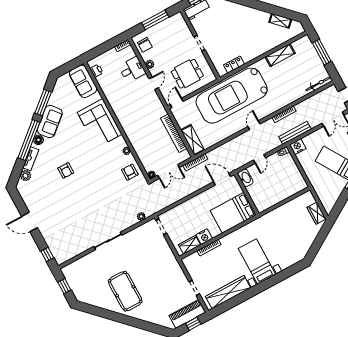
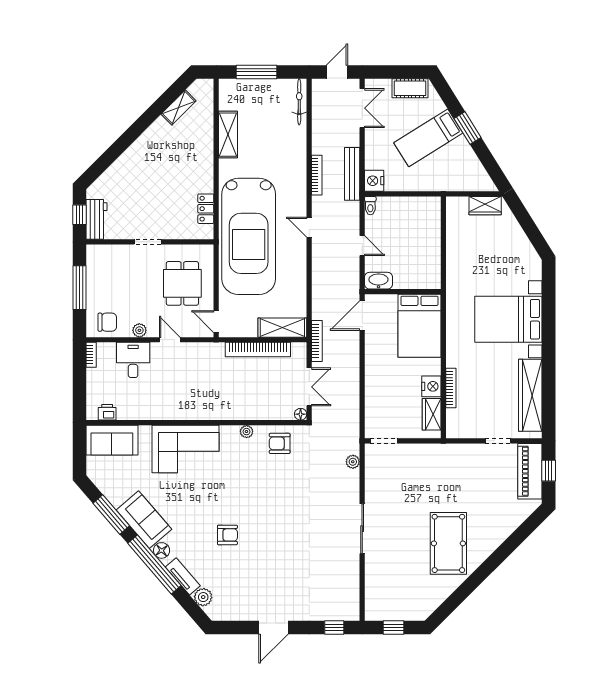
bed with nightstands: (257, 261) -> (508, 319), width x1.36
pool table: (125, 291) -> (448, 543), turned 90

